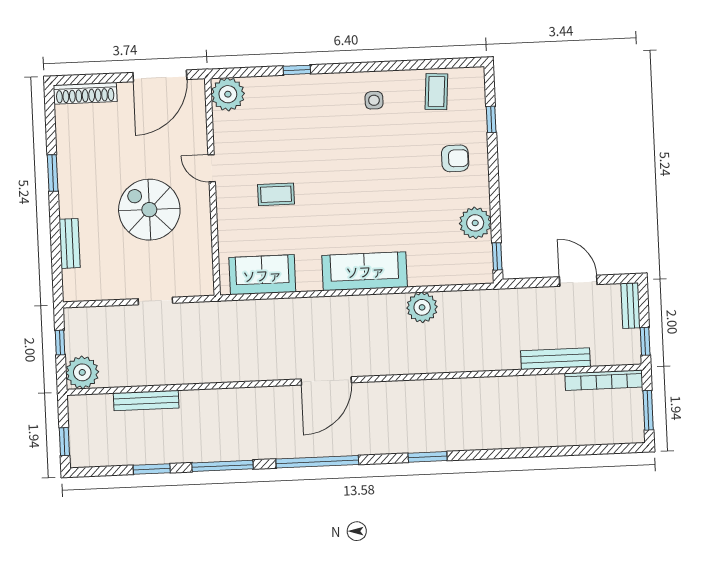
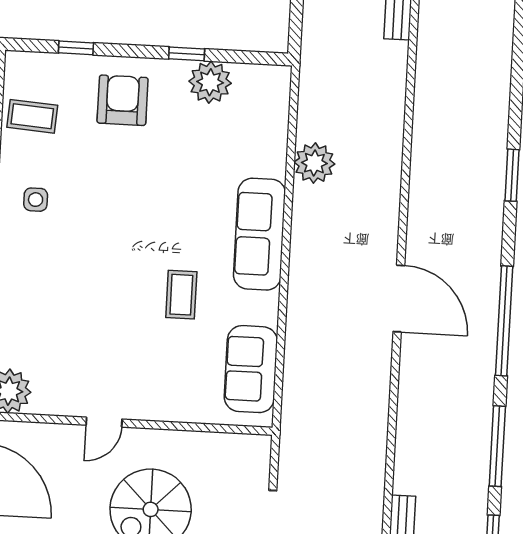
armchair: (455, 158) -> (123, 100), width x1.38, depth x1.38
coffee table: (276, 194) -> (181, 295), moved
window: (497, 256) -> (187, 54), moved

